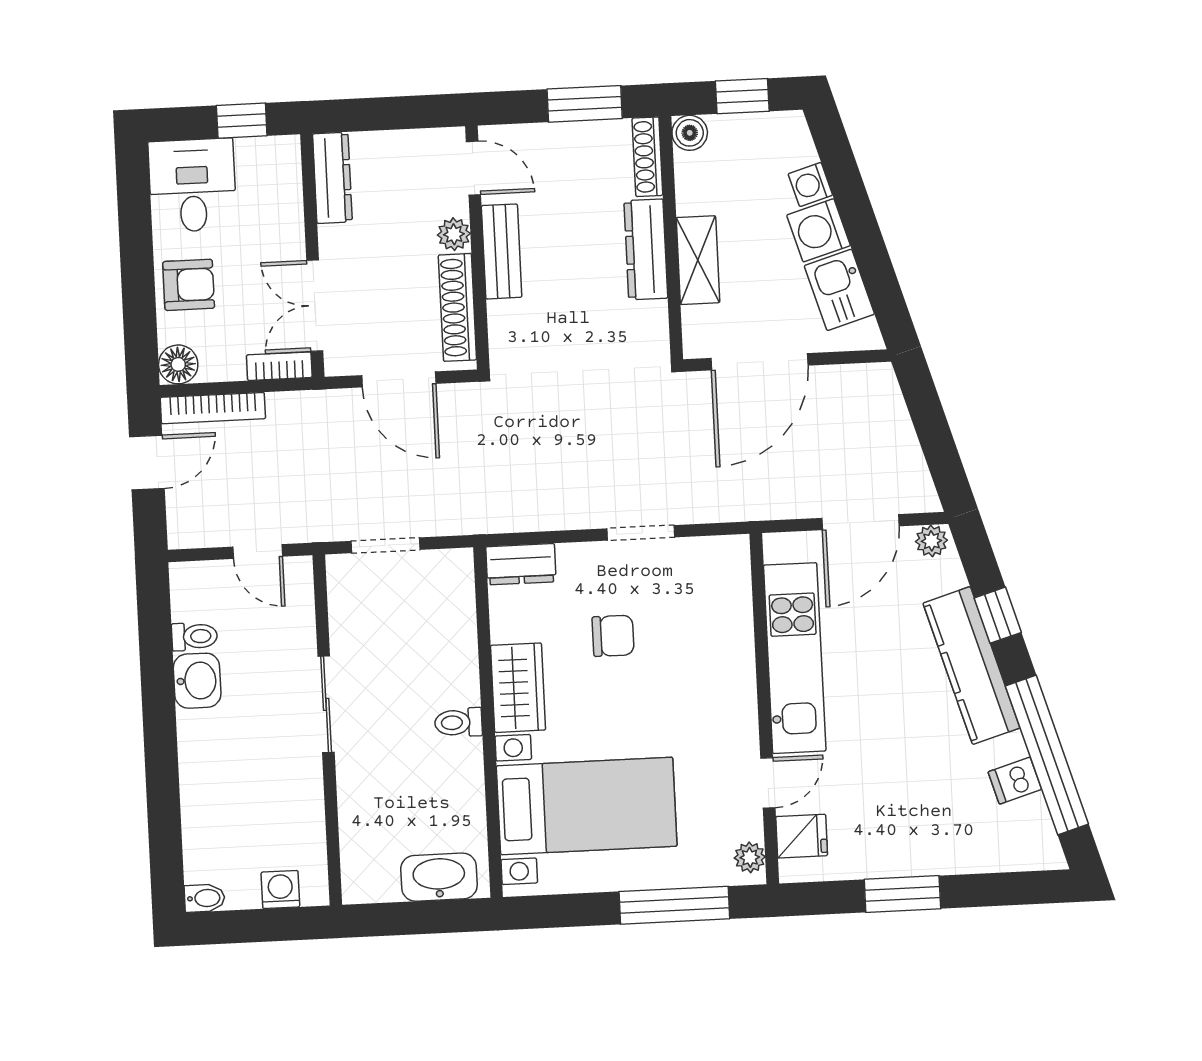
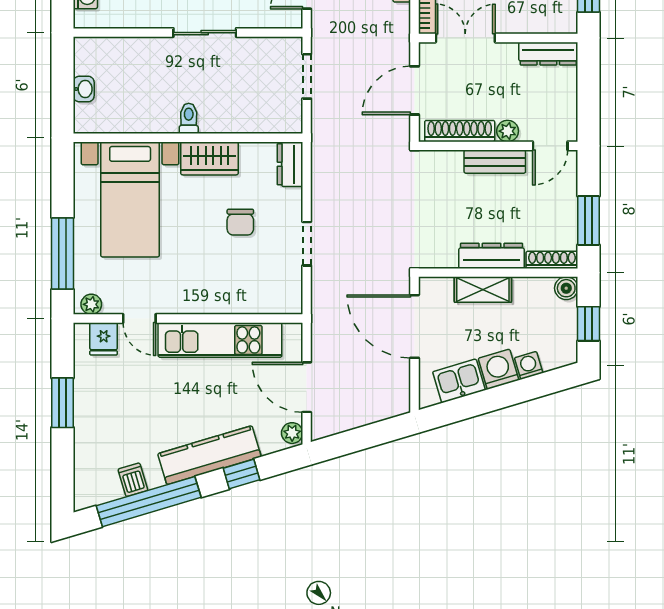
washbasin: (439, 877) -> (84, 89), width x0.52, depth x0.69

